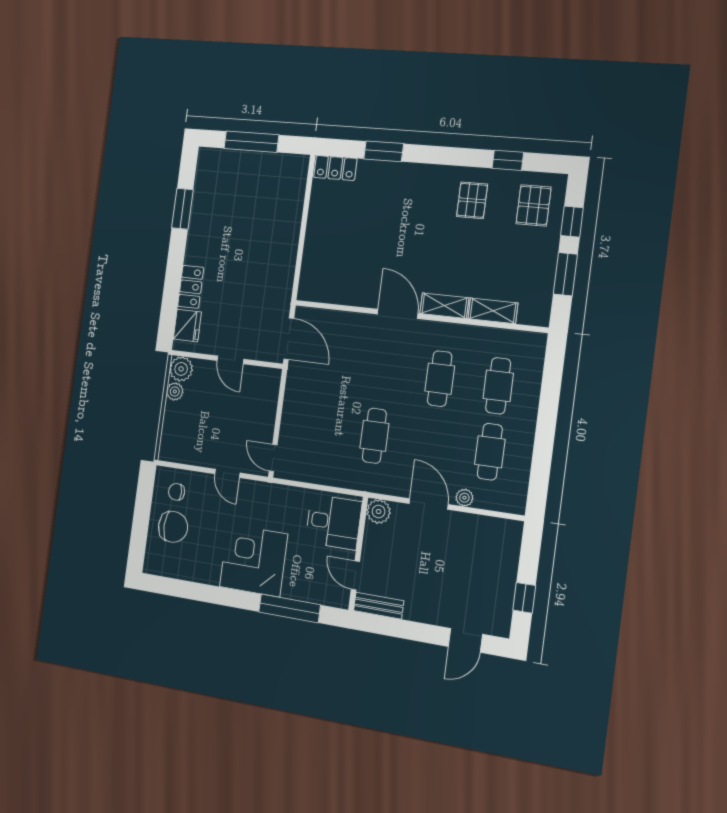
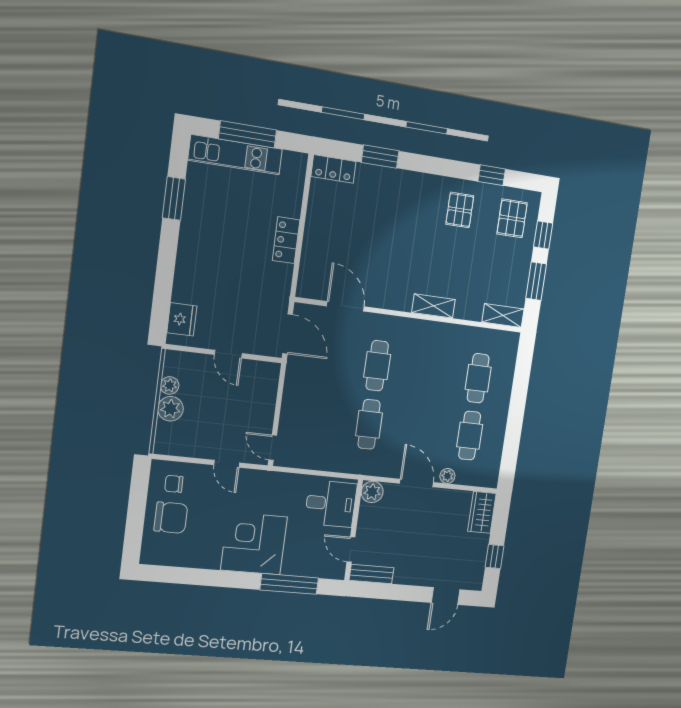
kitchen unit: (239, 162) -> (235, 155), added
locker: (191, 287) -> (286, 240), moved, turned 180
shelving: (493, 311) -> (503, 316), moved
door: (398, 314) -> (345, 306), moved
plant: (181, 369) -> (170, 409), moved
cafe table: (440, 379) -> (377, 366), moved
wardrobe: (507, 543) -> (482, 512), added

